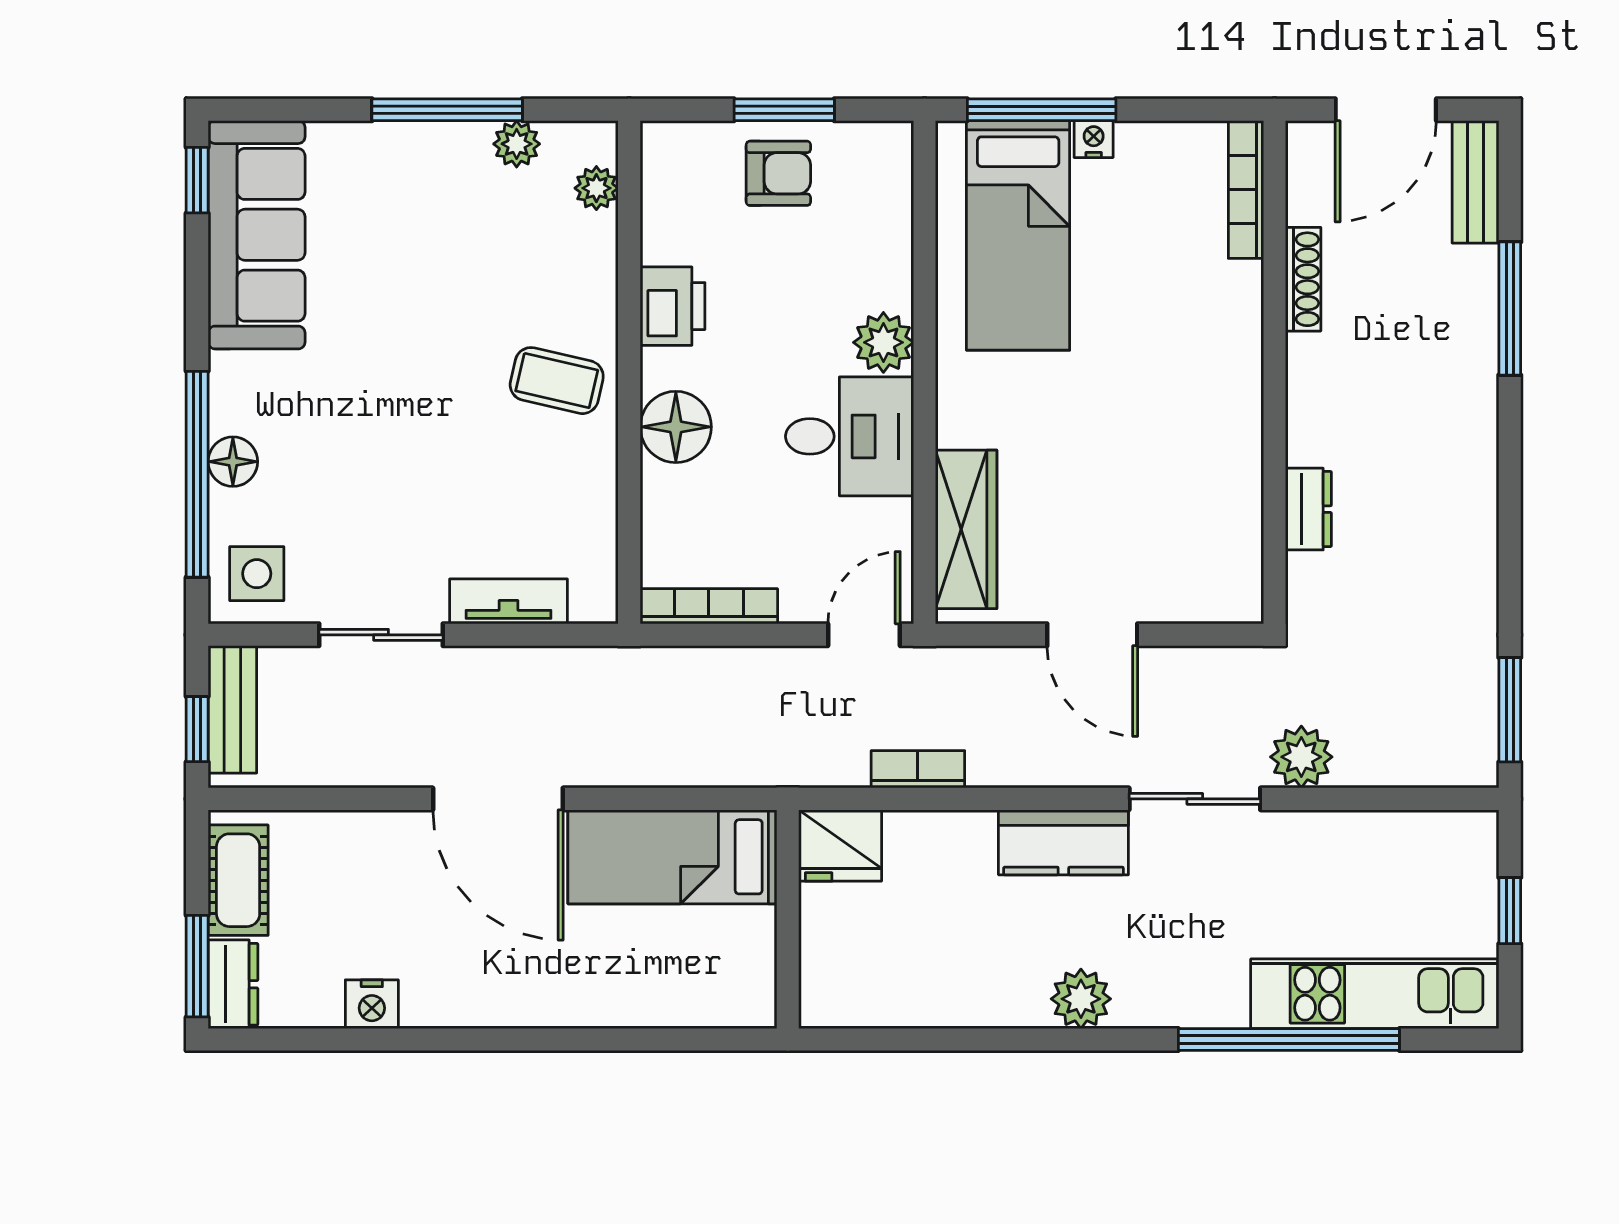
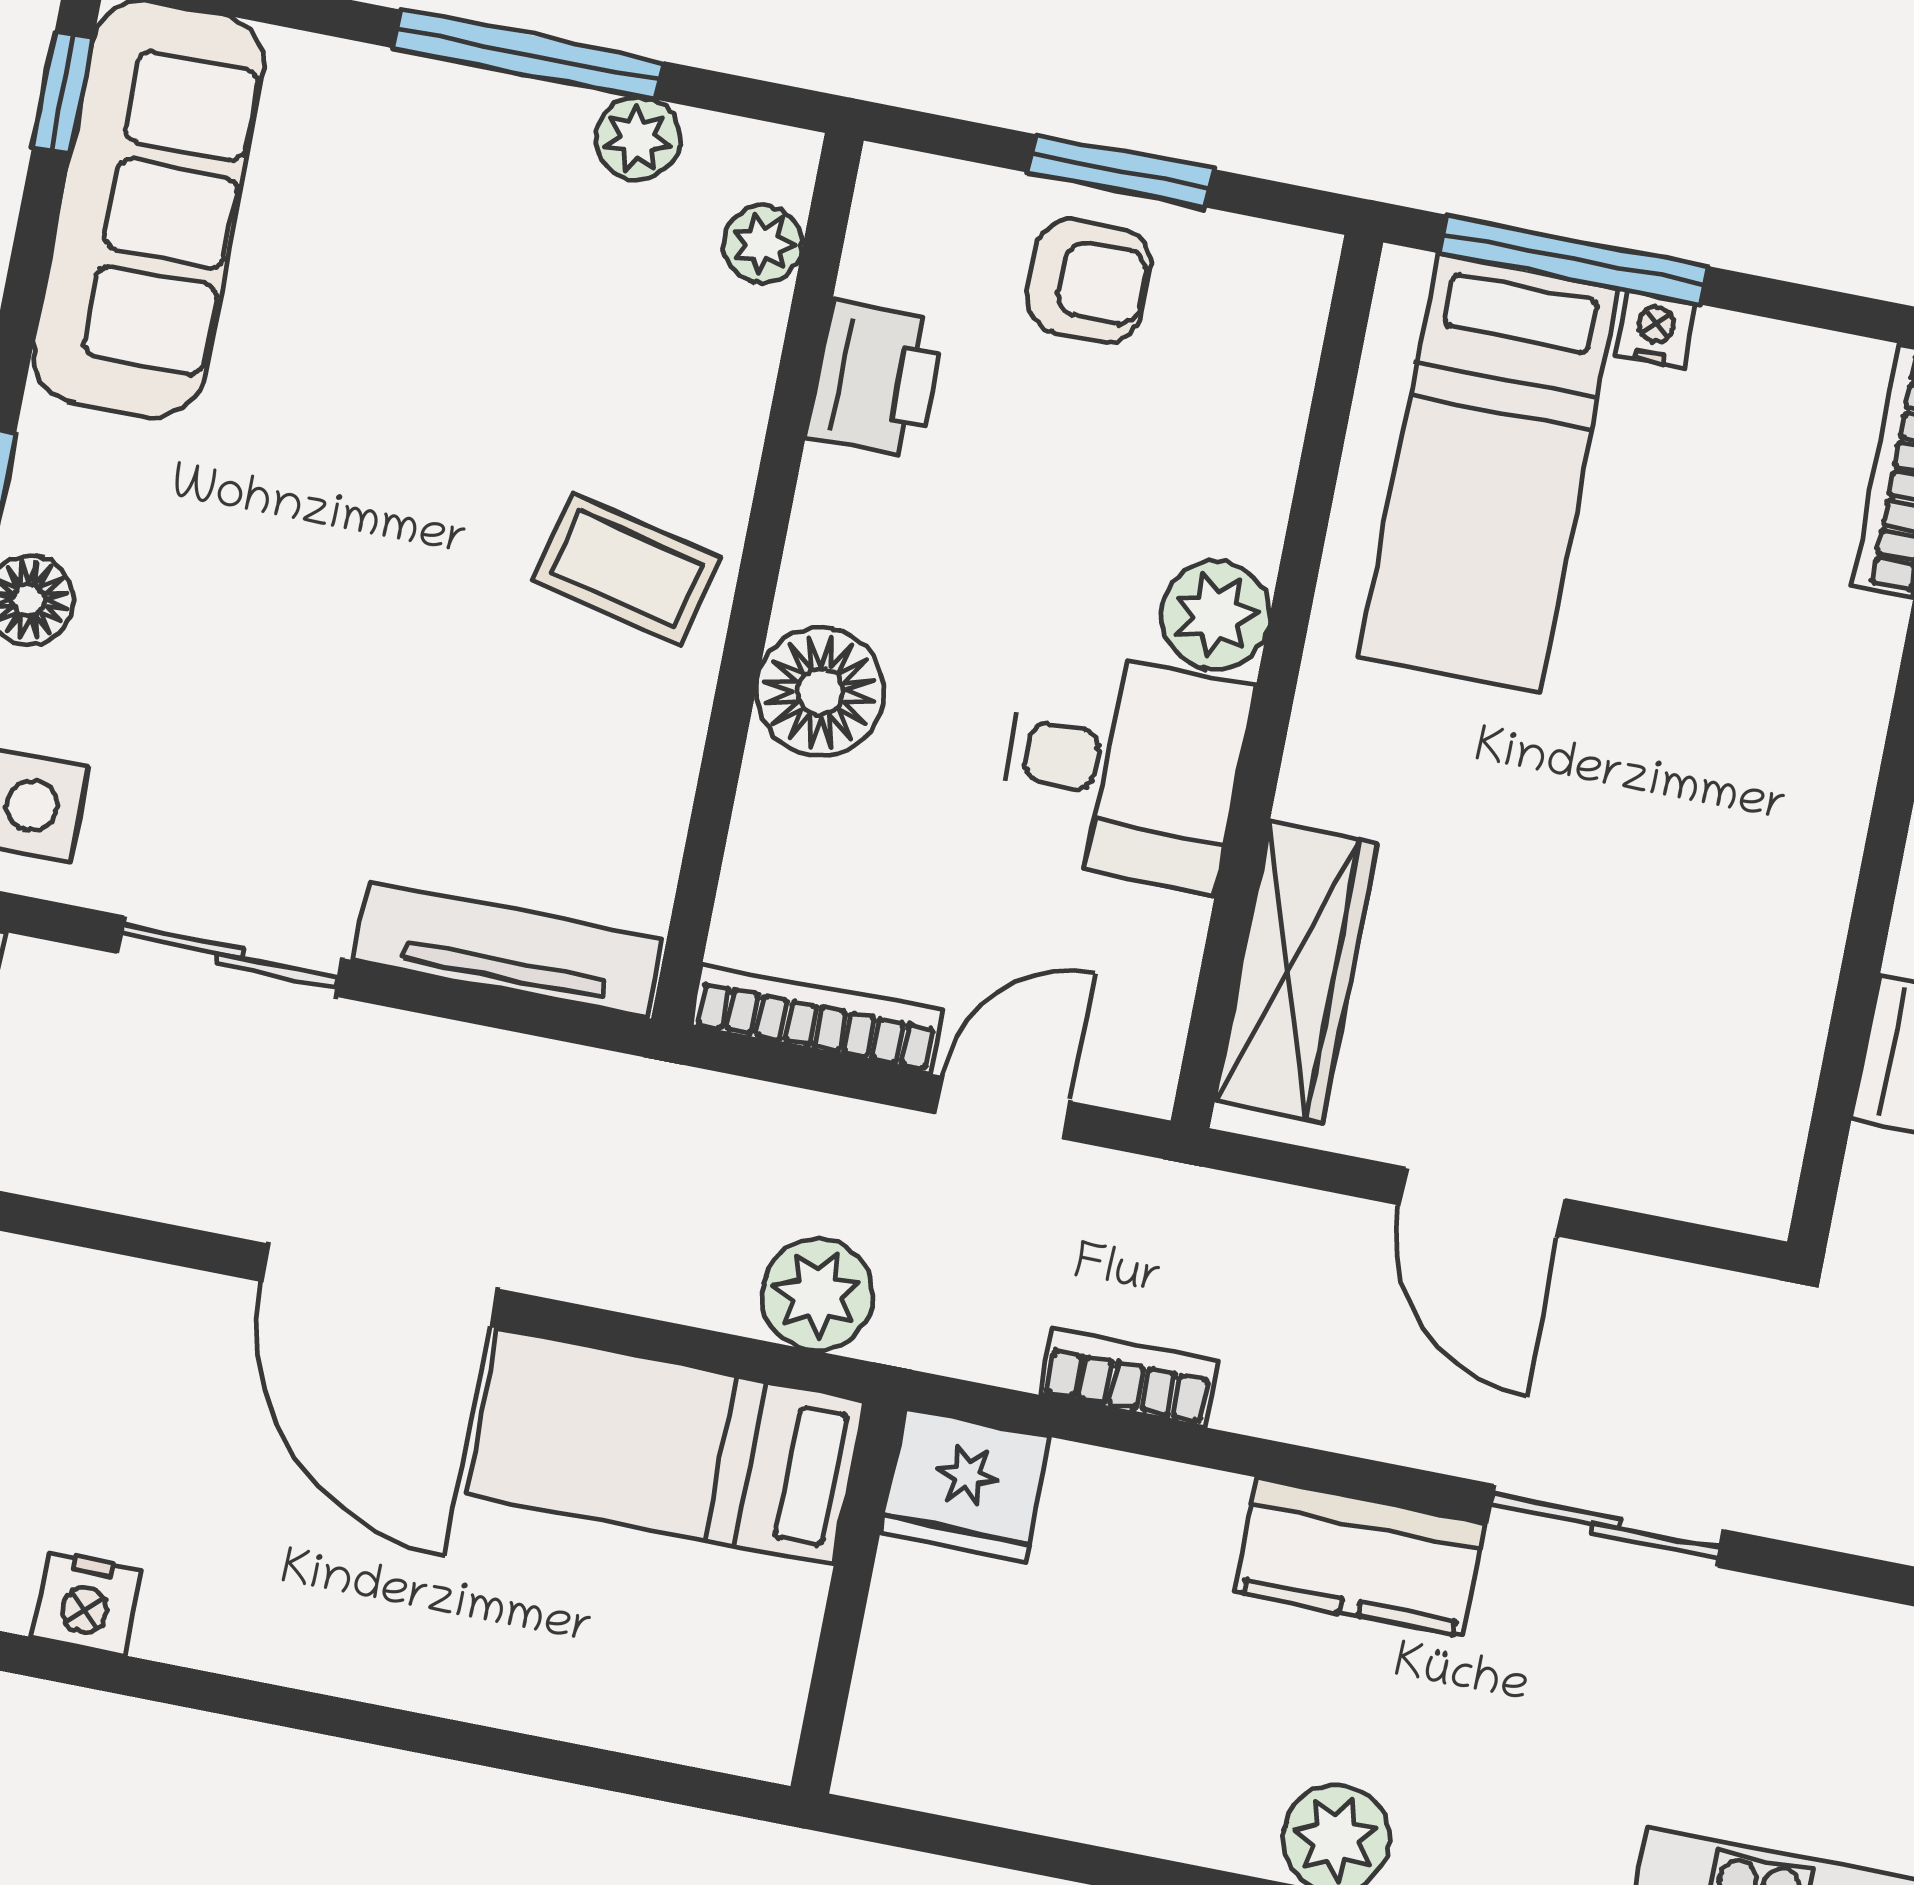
printer: (673, 306) -> (876, 380), moved
tv unit: (508, 601) -> (508, 949), width x1.41
door: (864, 635) -> (1002, 1108), moved
plant: (1301, 757) -> (817, 1295), moved

